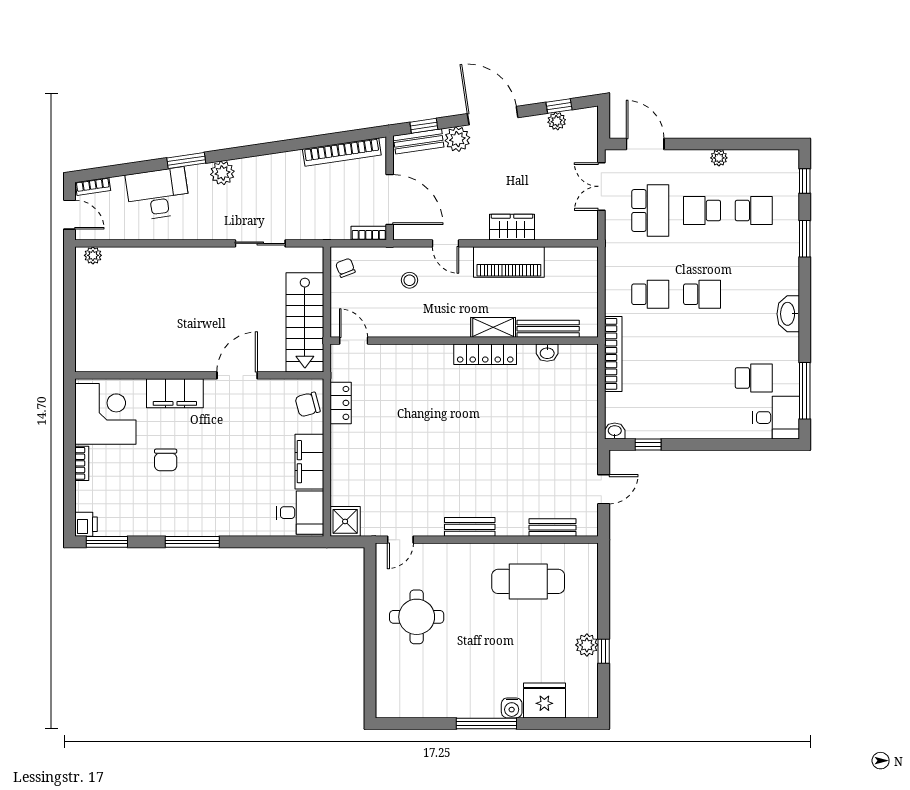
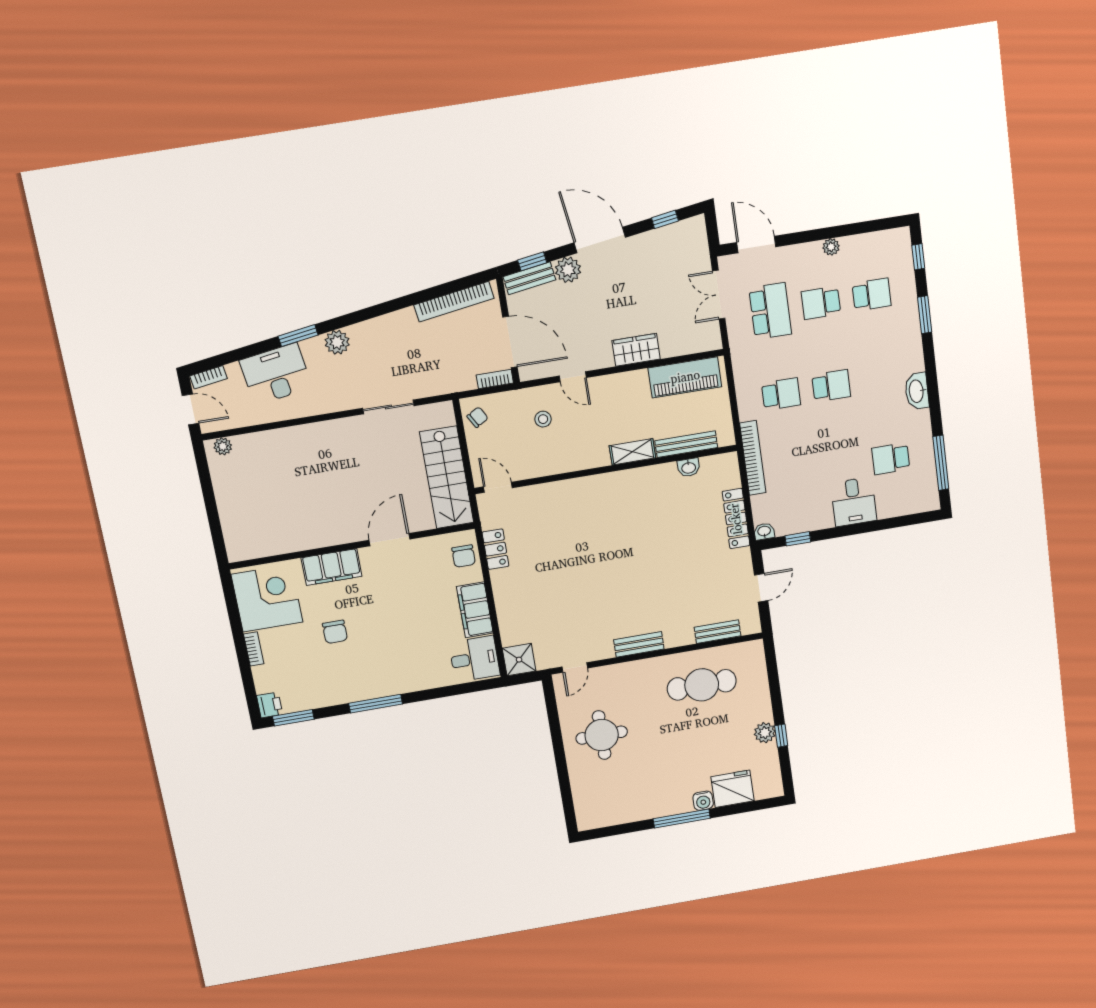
plant: (557, 121) -> (665, 235), removed
piano: (509, 262) -> (685, 377), moved
chair: (345, 268) -> (478, 417), turned 81
locker: (485, 354) -> (736, 519), moved, turned 90
school desk: (754, 378) -> (891, 459), turned 180
chair: (308, 404) -> (464, 556), turned -75
desk: (776, 418) -> (854, 502), moved, turned 90

